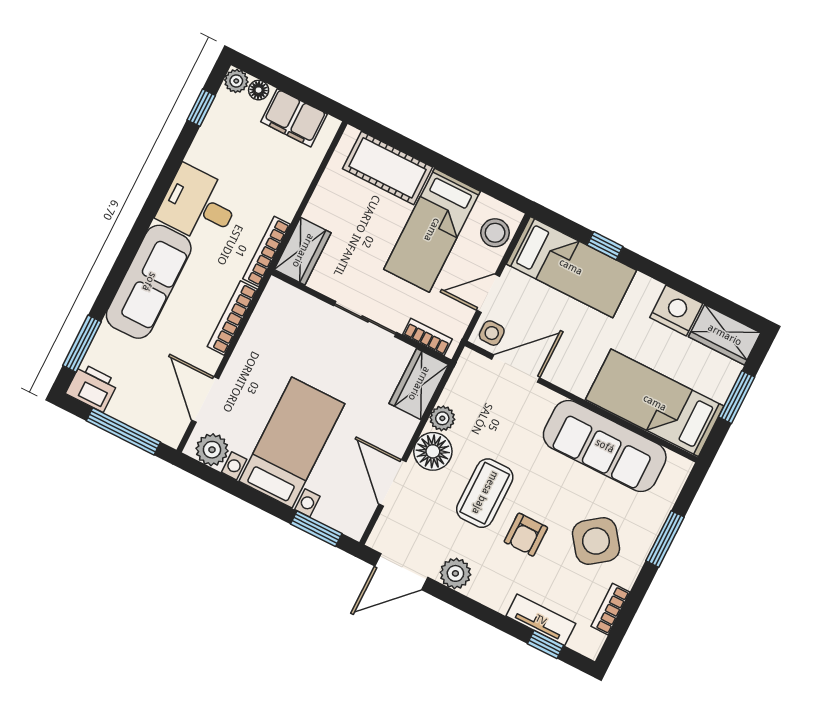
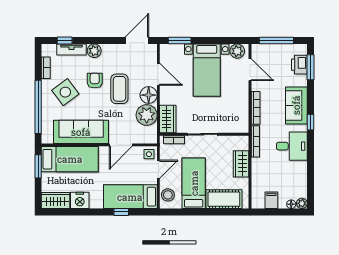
window: (201, 108) -> (311, 122), moved
filing cabinet: (294, 118) -> (271, 200), width x0.50
wardrobe: (303, 251) -> (241, 164), moved
sofa: (149, 282) -> (296, 105), width x0.73
door: (516, 368) -> (121, 145), moved
printer: (92, 388) -> (299, 65), moved, turned 90
window: (737, 397) -> (38, 166), moved
plant: (442, 418) -> (147, 115), width x1.87, depth x1.87
window: (665, 539) -> (38, 107), width x2.11
plant: (455, 573) -> (94, 51), moved

